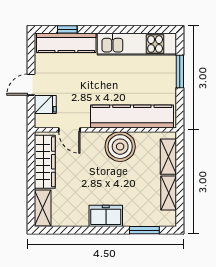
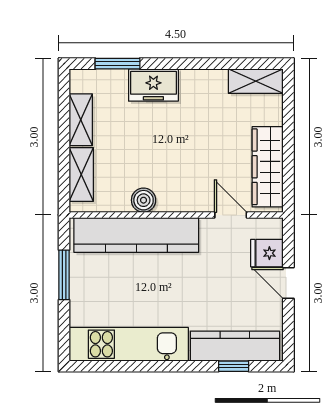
window: (180, 72) -> (64, 275), moved
door: (31, 85) -> (288, 283), swing flipped
boiler: (120, 147) -> (144, 200), width x0.54, depth x0.54
shelving: (43, 208) -> (256, 81), moved, turned 90
freezer: (106, 216) -> (153, 85), moved

